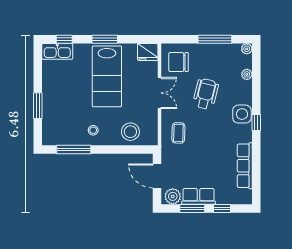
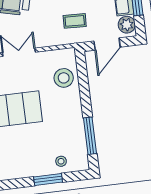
stool: (93, 130) -> (61, 161), moved
coffee table: (178, 133) -> (75, 21), moved

